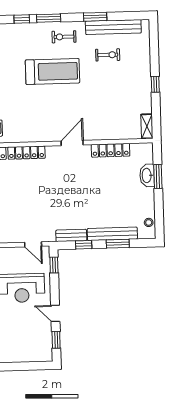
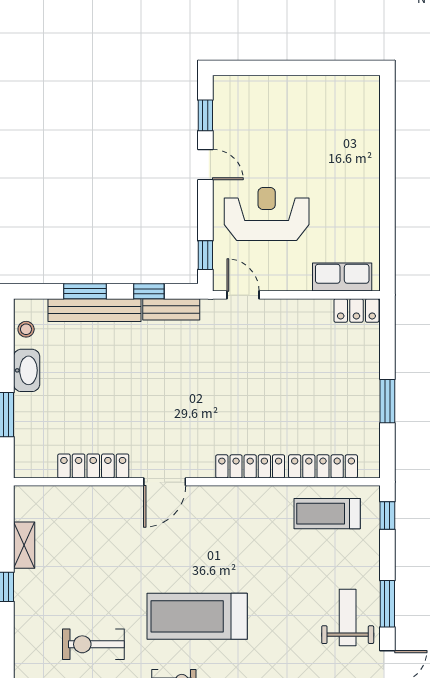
exercise bike: (108, 55) -> (93, 644), width x1.38, depth x1.39
shelving: (147, 126) -> (24, 545), moved
washbasin: (147, 175) -> (27, 370), moved

